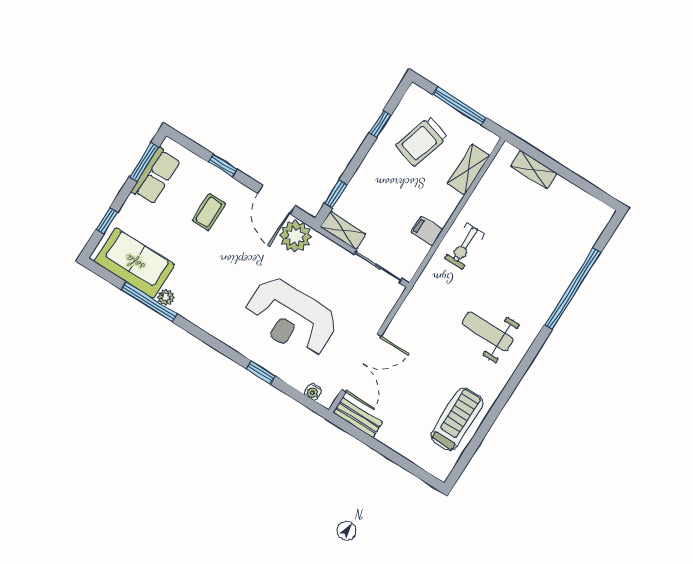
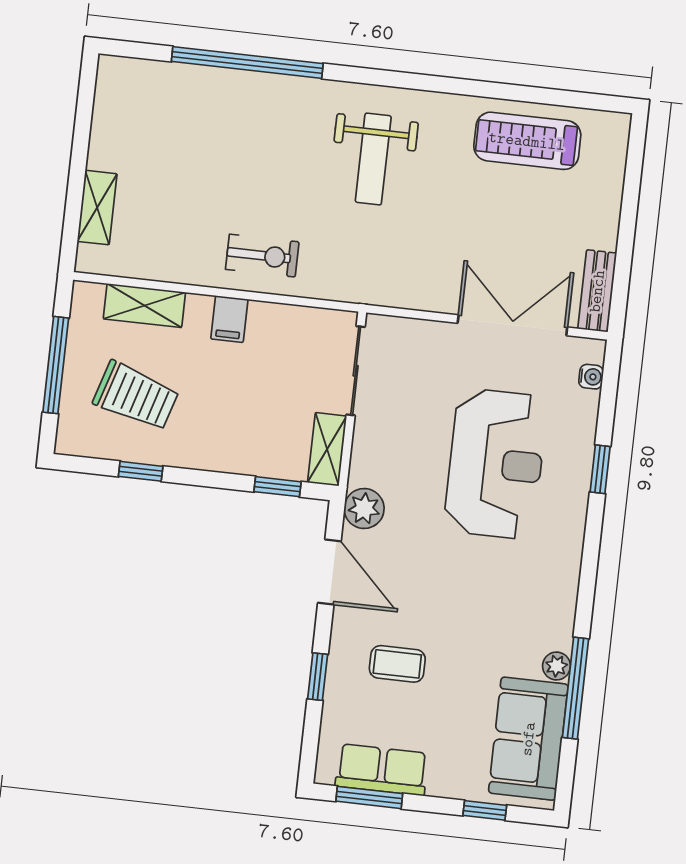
door: (276, 199) -> (329, 572), hinge flipped
filing cabinet: (427, 231) -> (229, 319), moved
plant: (295, 236) -> (364, 509), width x0.73, depth x0.73

